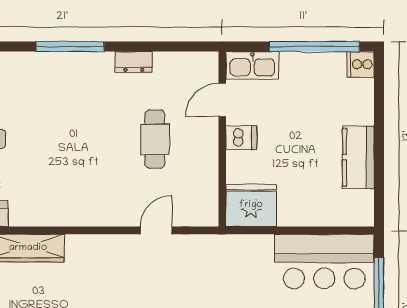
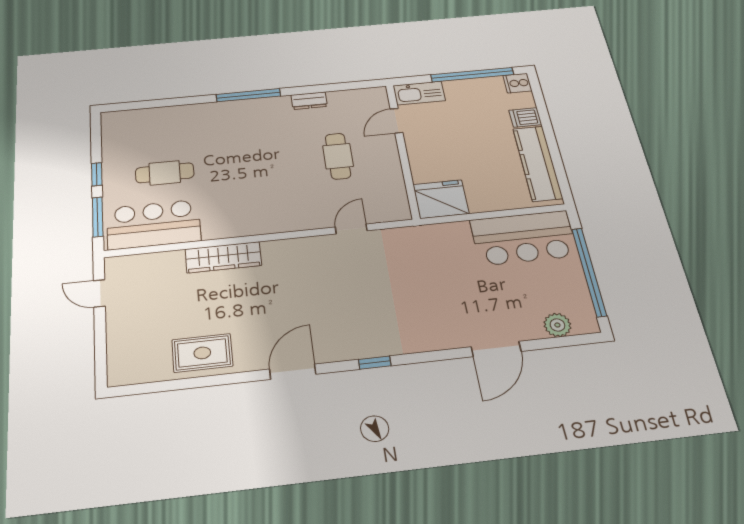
dishwasher: (241, 138) -> (525, 117), moved, turned 180
kitchen counter: (358, 157) -> (538, 163), width x1.50

